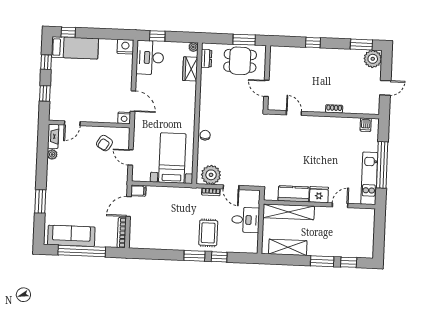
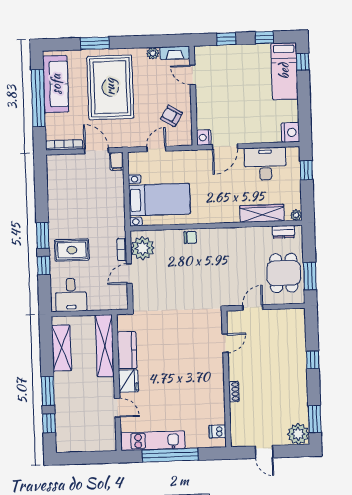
desk: (150, 58) -> (265, 164), moved
wardrobe: (190, 69) -> (262, 213), width x1.50
rug: (77, 191) -> (110, 87), added
desk: (246, 220) -> (71, 295), moved

